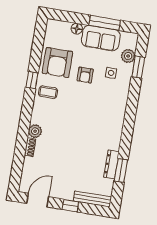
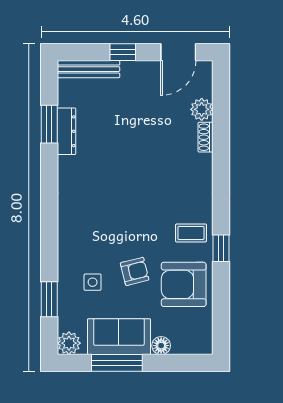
plant: (128, 56) -> (69, 343), moved
armchair: (57, 62) -> (184, 284), turned -90
armchair: (85, 75) -> (135, 271), turned 76
plant: (35, 131) -> (202, 109), moved

